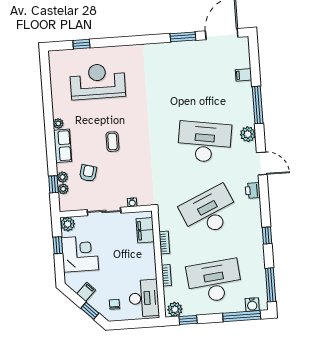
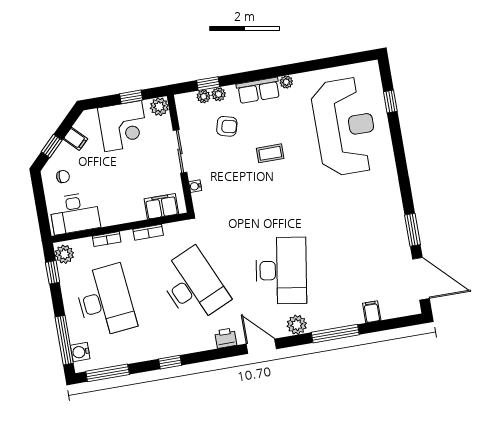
reception desk: (98, 81) -> (345, 127), width x1.36, depth x1.30
door: (262, 163) -> (261, 346), swing flipped

